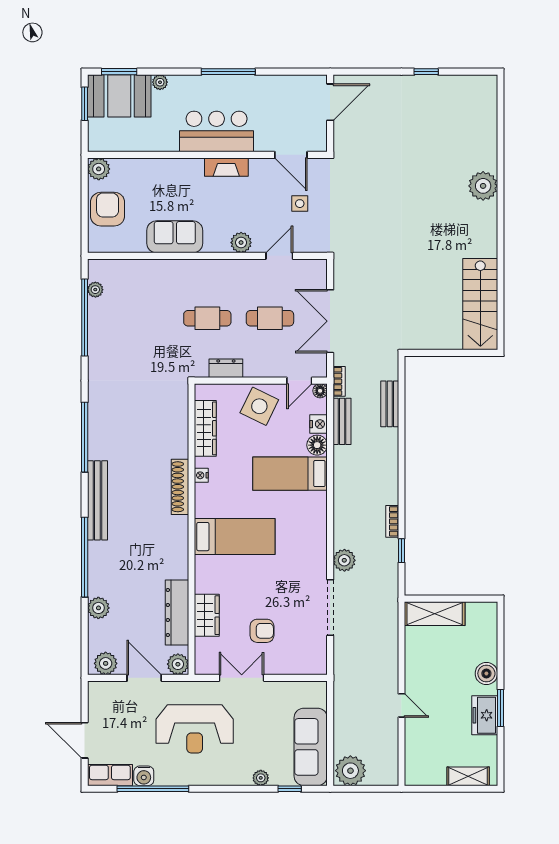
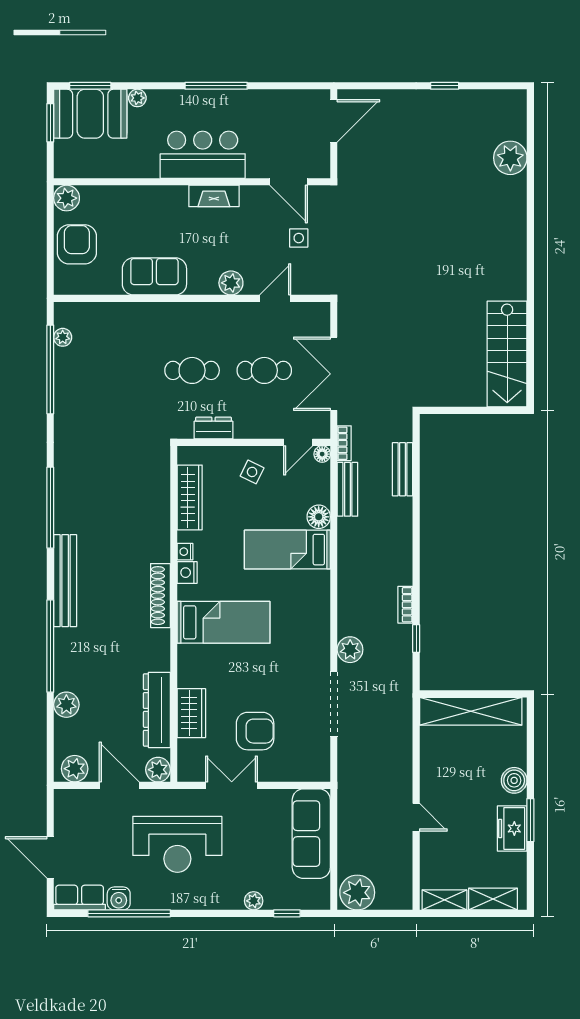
plant: (483, 186) -> (510, 158), moved
side table: (259, 406) -> (252, 472), width x0.54, depth x0.54
nightstand: (319, 424) -> (187, 573), moved, turned 180
shoe rack: (180, 487) -> (160, 596), moved
shelving: (435, 614) -> (471, 711), width x1.47
armchair: (262, 631) -> (255, 731), width x1.38, depth x1.38
sofa: (311, 747) -> (311, 834), moved
shelving: (426, 777) -> (444, 900), added

